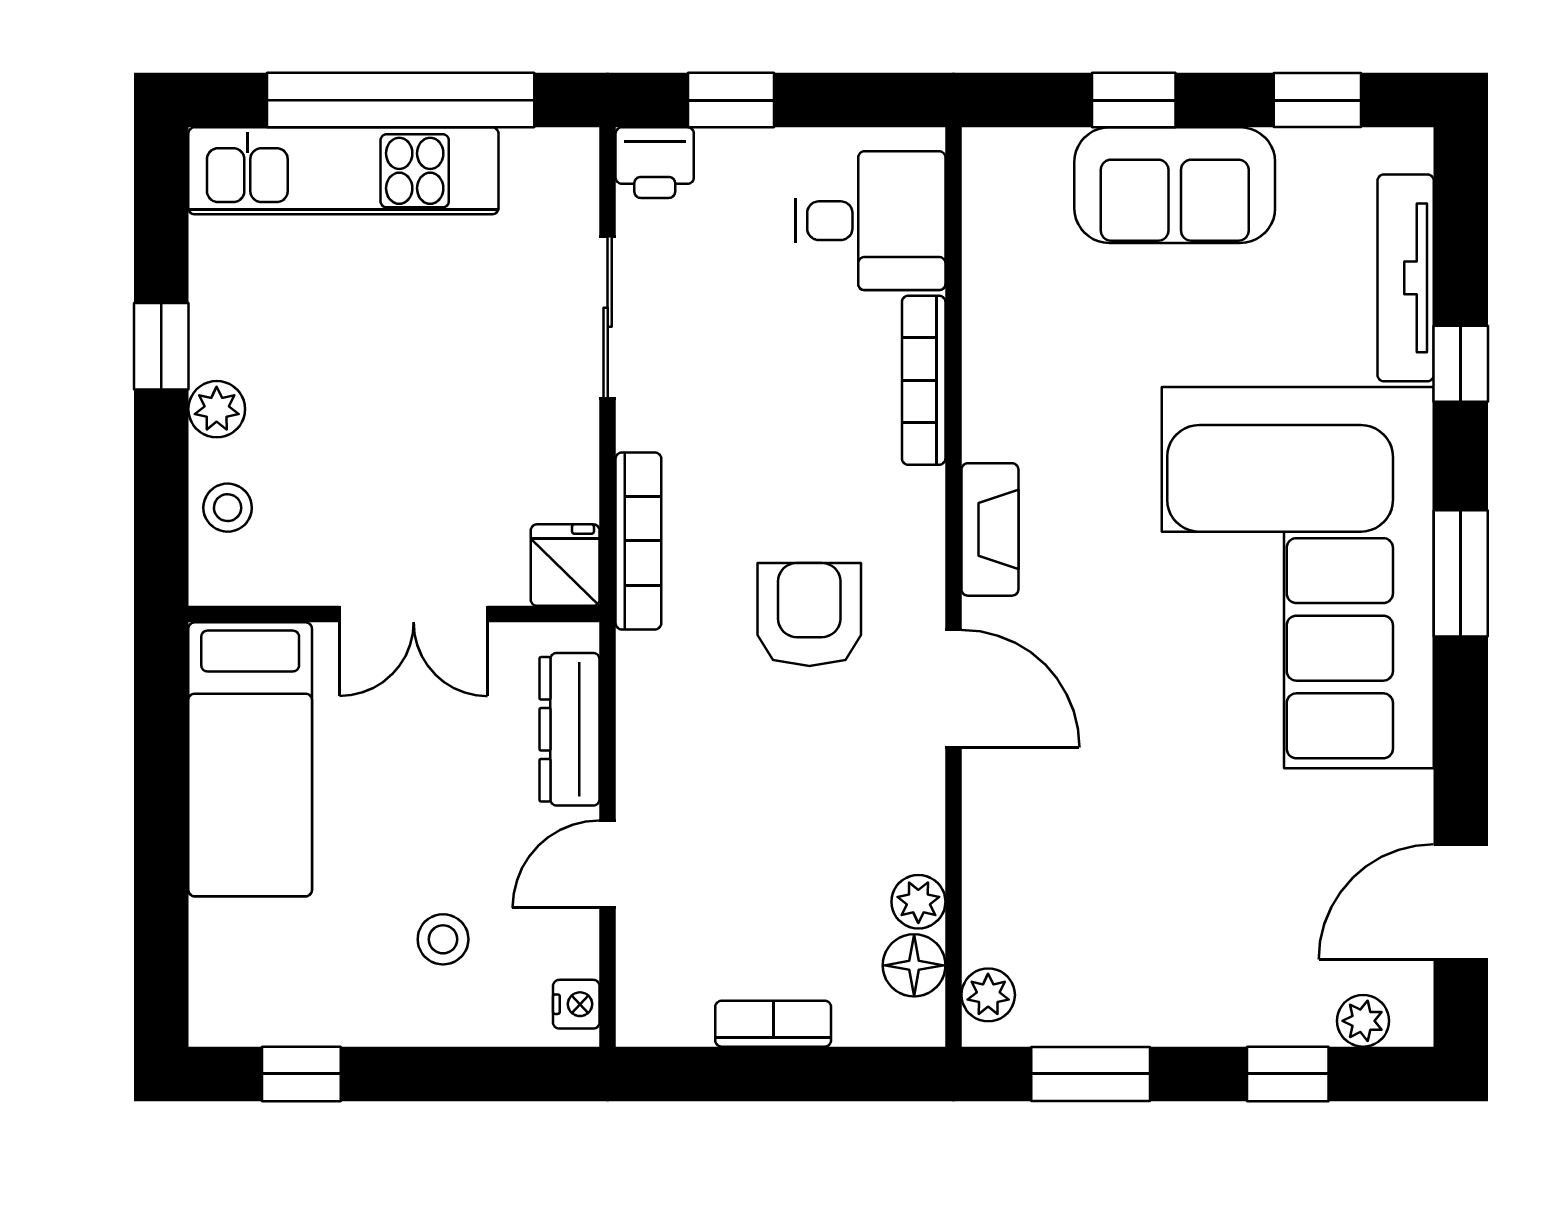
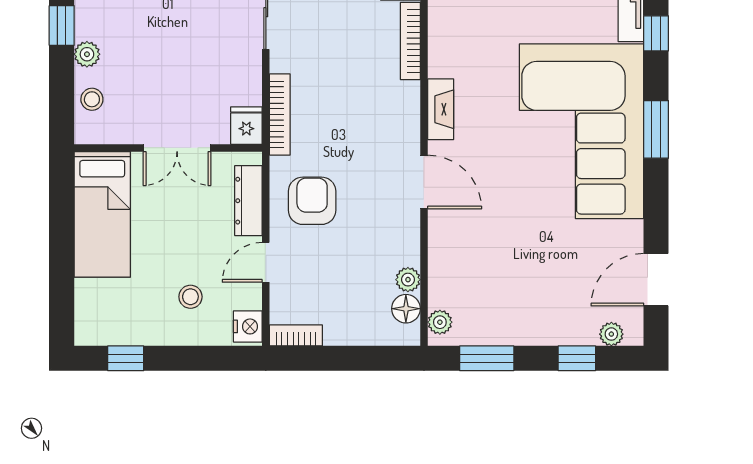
armchair: (809, 615) -> (312, 201), moved
nightstand: (576, 1004) -> (248, 326), width x1.39, depth x1.35
bookcase: (773, 1024) -> (296, 335), moved

